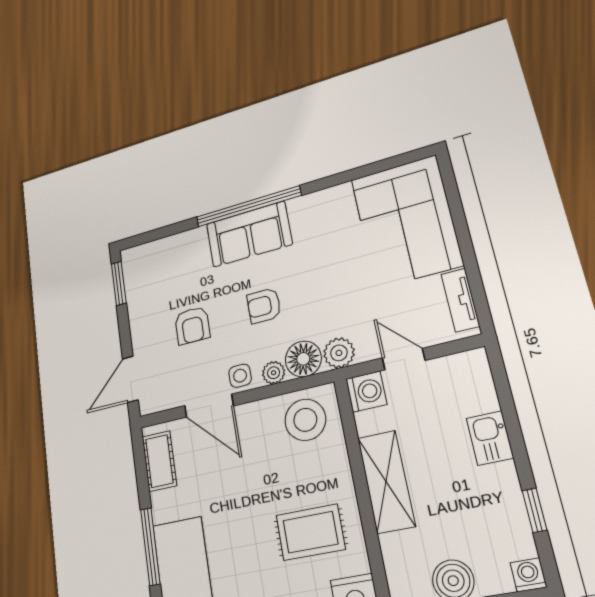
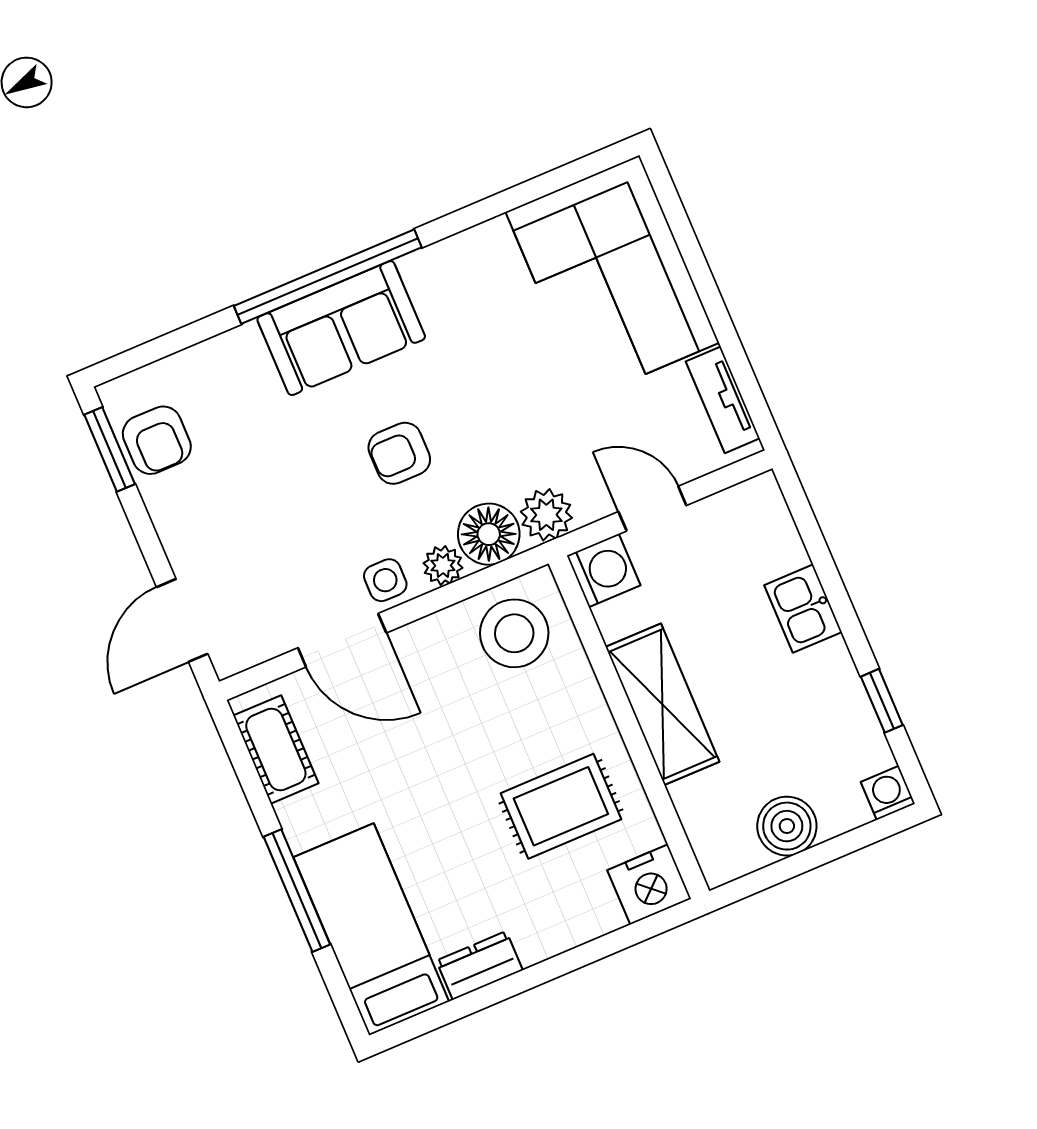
armchair: (192, 325) -> (157, 440), moved

